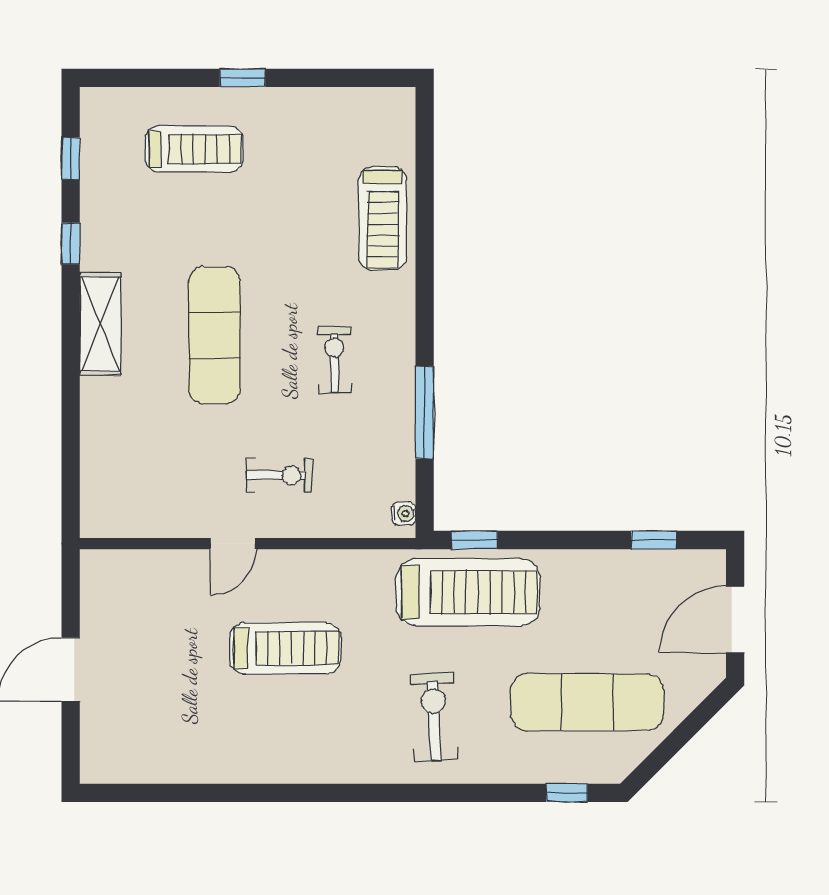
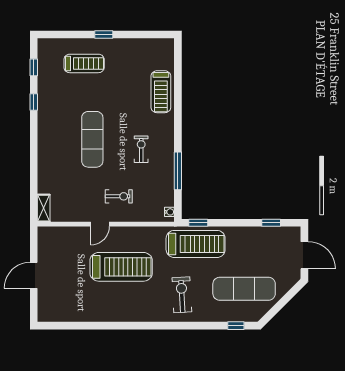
shelving: (100, 324) -> (44, 208), moved, width x0.67, depth x0.75
door: (735, 620) -> (304, 255), swing flipped
treadmill: (285, 648) -> (121, 267), width x1.37, depth x1.38

